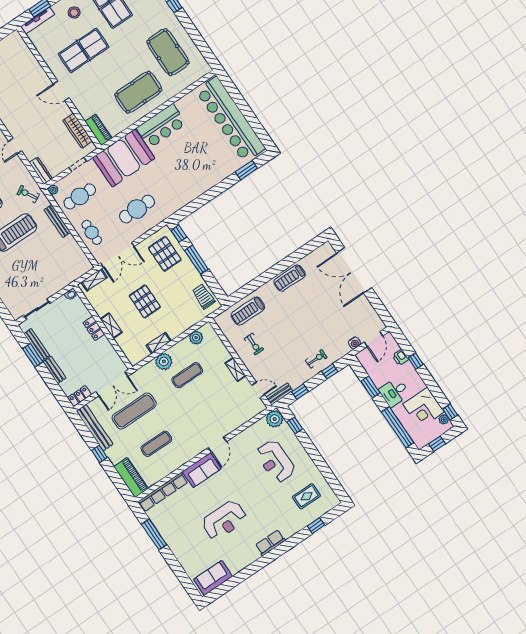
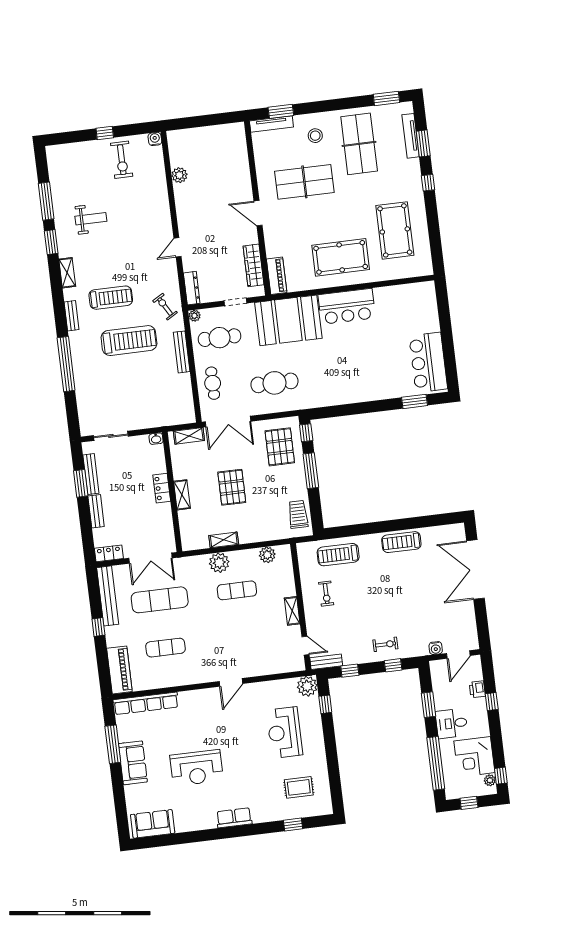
bar counter: (231, 119) -> (428, 362), width x0.54
sofa: (202, 470) -> (133, 763), moved, turned -90

